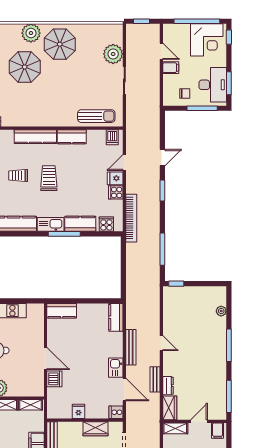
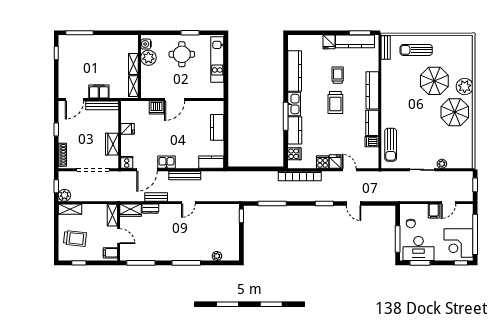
plant: (113, 54) -> (442, 164), width x0.53, depth x0.53
dishwasher: (112, 137) -> (372, 142), moved
trolley: (49, 178) -> (335, 102), turned 90
kitchen counter: (62, 311) -> (217, 127), moved

